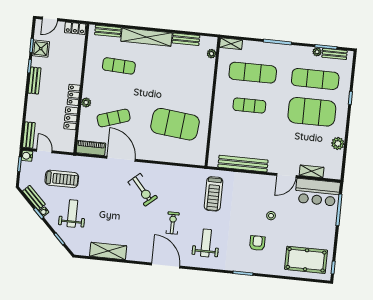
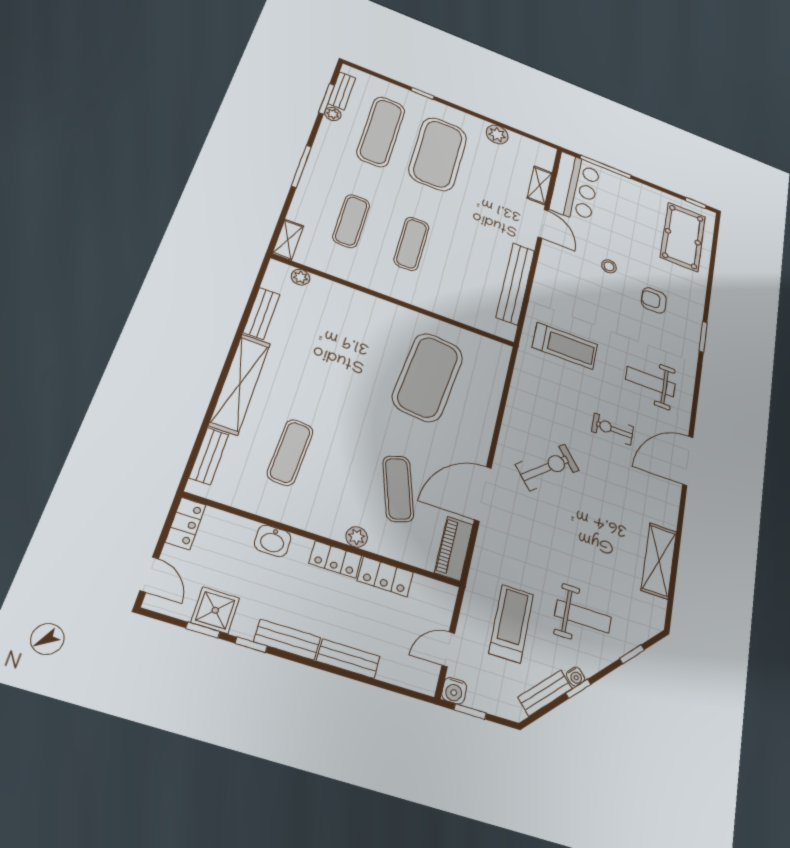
washbasin: (76, 66) -> (273, 541), added
exercise mat: (253, 73) -> (351, 221), width x0.73, depth x0.69
bench: (29, 135) -> (348, 659), moved
weight bench: (72, 213) -> (583, 616), turned 180

